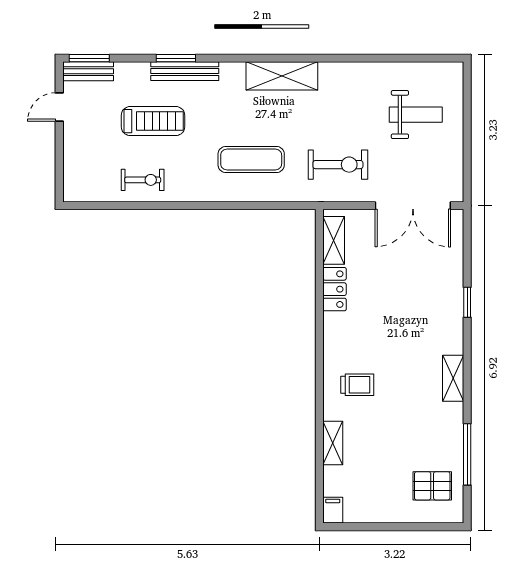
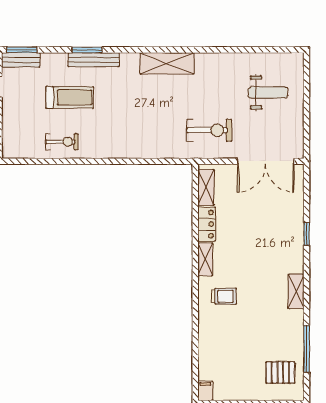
exercise mat: (251, 159) -> (144, 126), removed
shelving: (333, 443) -> (205, 259), moved

